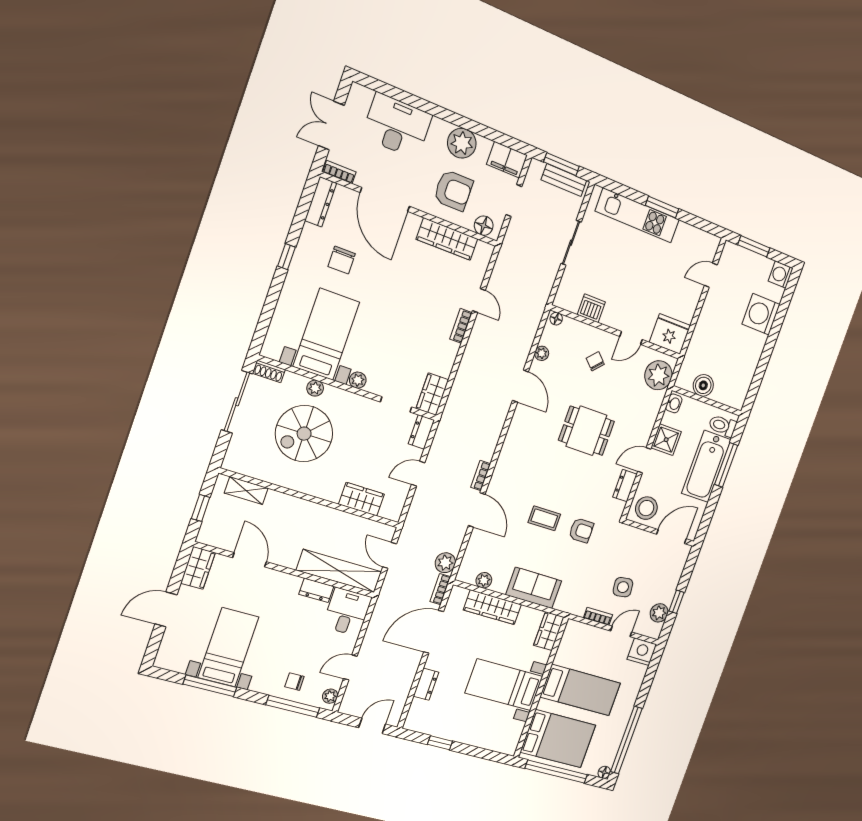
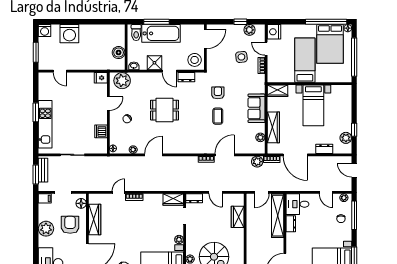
filing cabinet: (507, 160) -> (45, 198), width x0.50
fridge: (670, 334) -> (101, 78), width x0.53, depth x0.75
door: (631, 338) -> (108, 104), hinge flipped
dining table: (586, 431) -> (165, 110), turned 90
door: (671, 537) -> (205, 39), swing flipped
plant: (431, 725) -> (346, 138), added
bed: (558, 739) -> (330, 44), moved, turned 180

